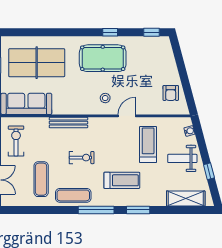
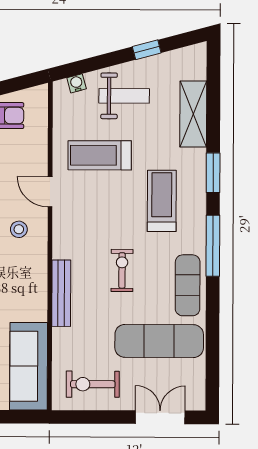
weight bench: (182, 158) -> (124, 96), turned -90
exercise mat: (41, 179) -> (159, 341), width x1.36, depth x1.45
shelving: (186, 198) -> (193, 114), moved

